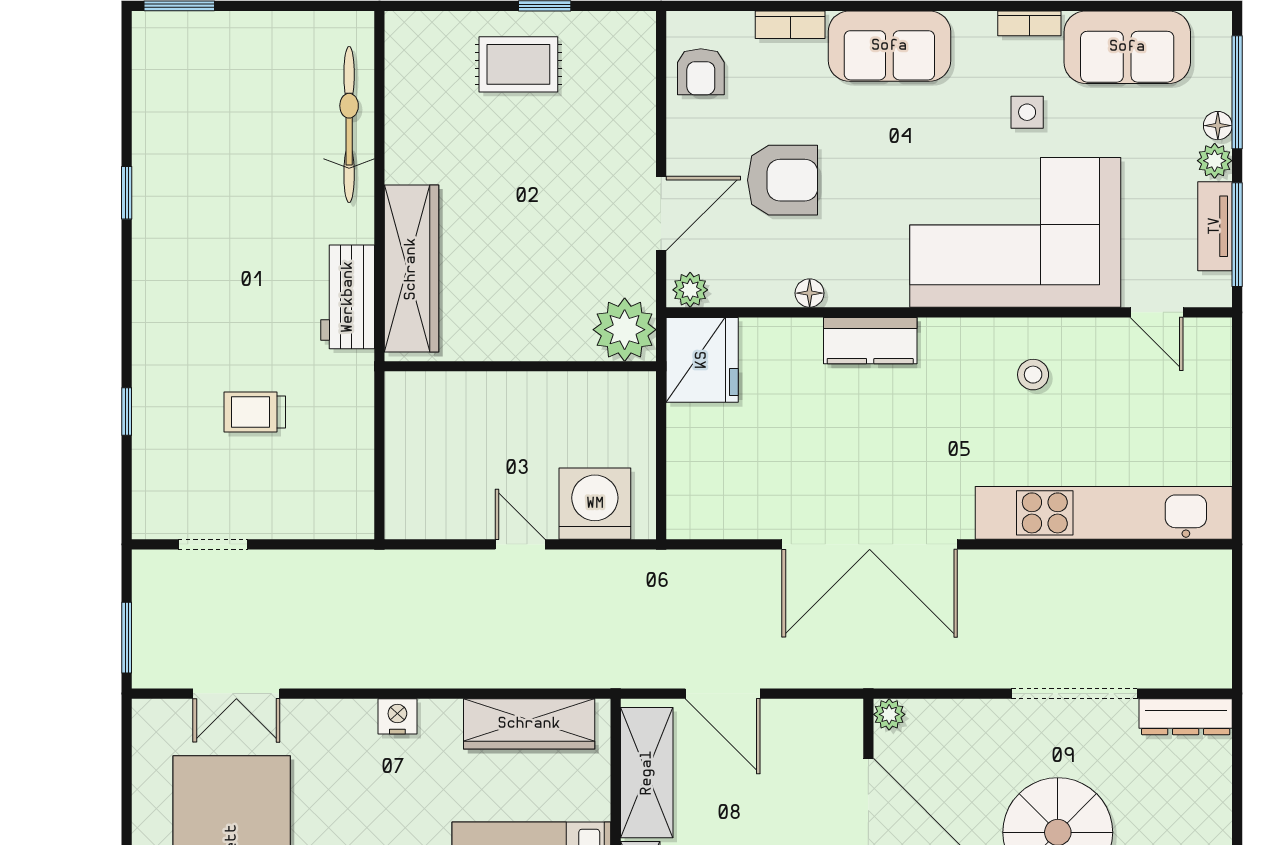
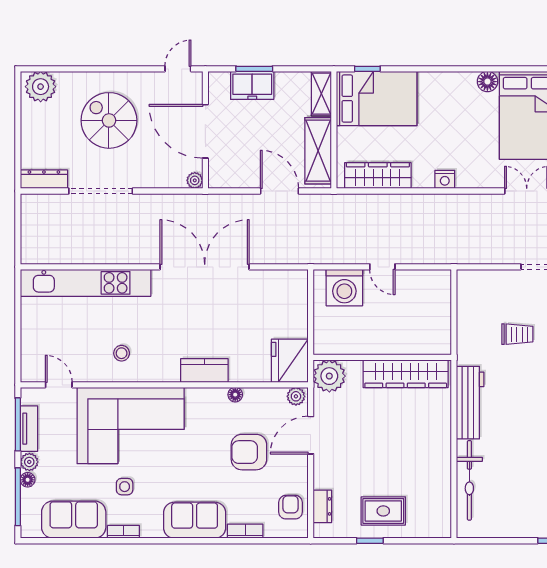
dresser: (638, 73) -> (322, 506), added
wardrobe: (411, 269) -> (406, 374), moved, turned -90
workbench: (348, 297) -> (470, 403), width x1.38

